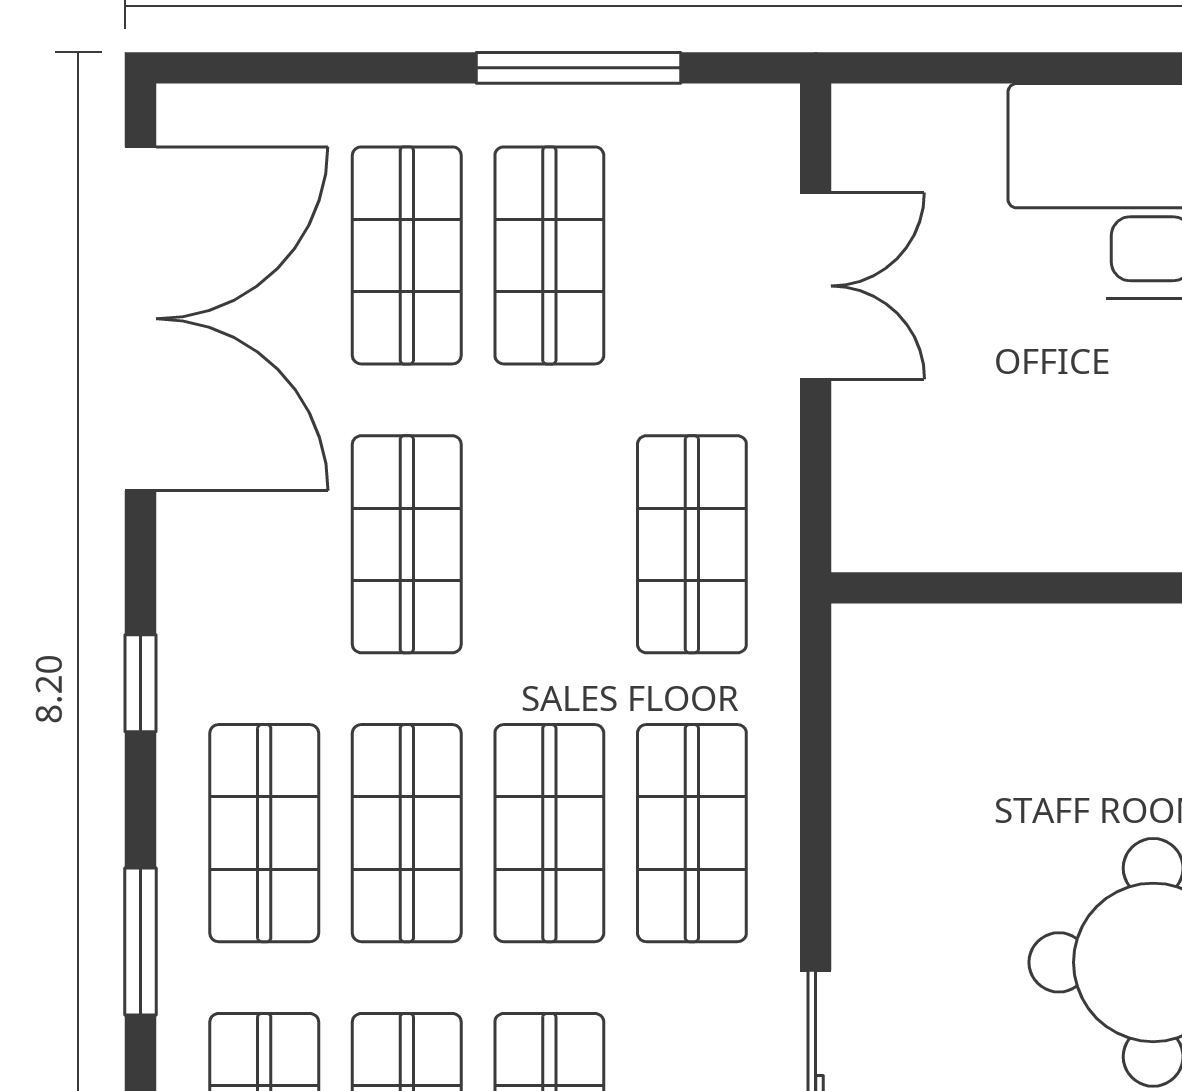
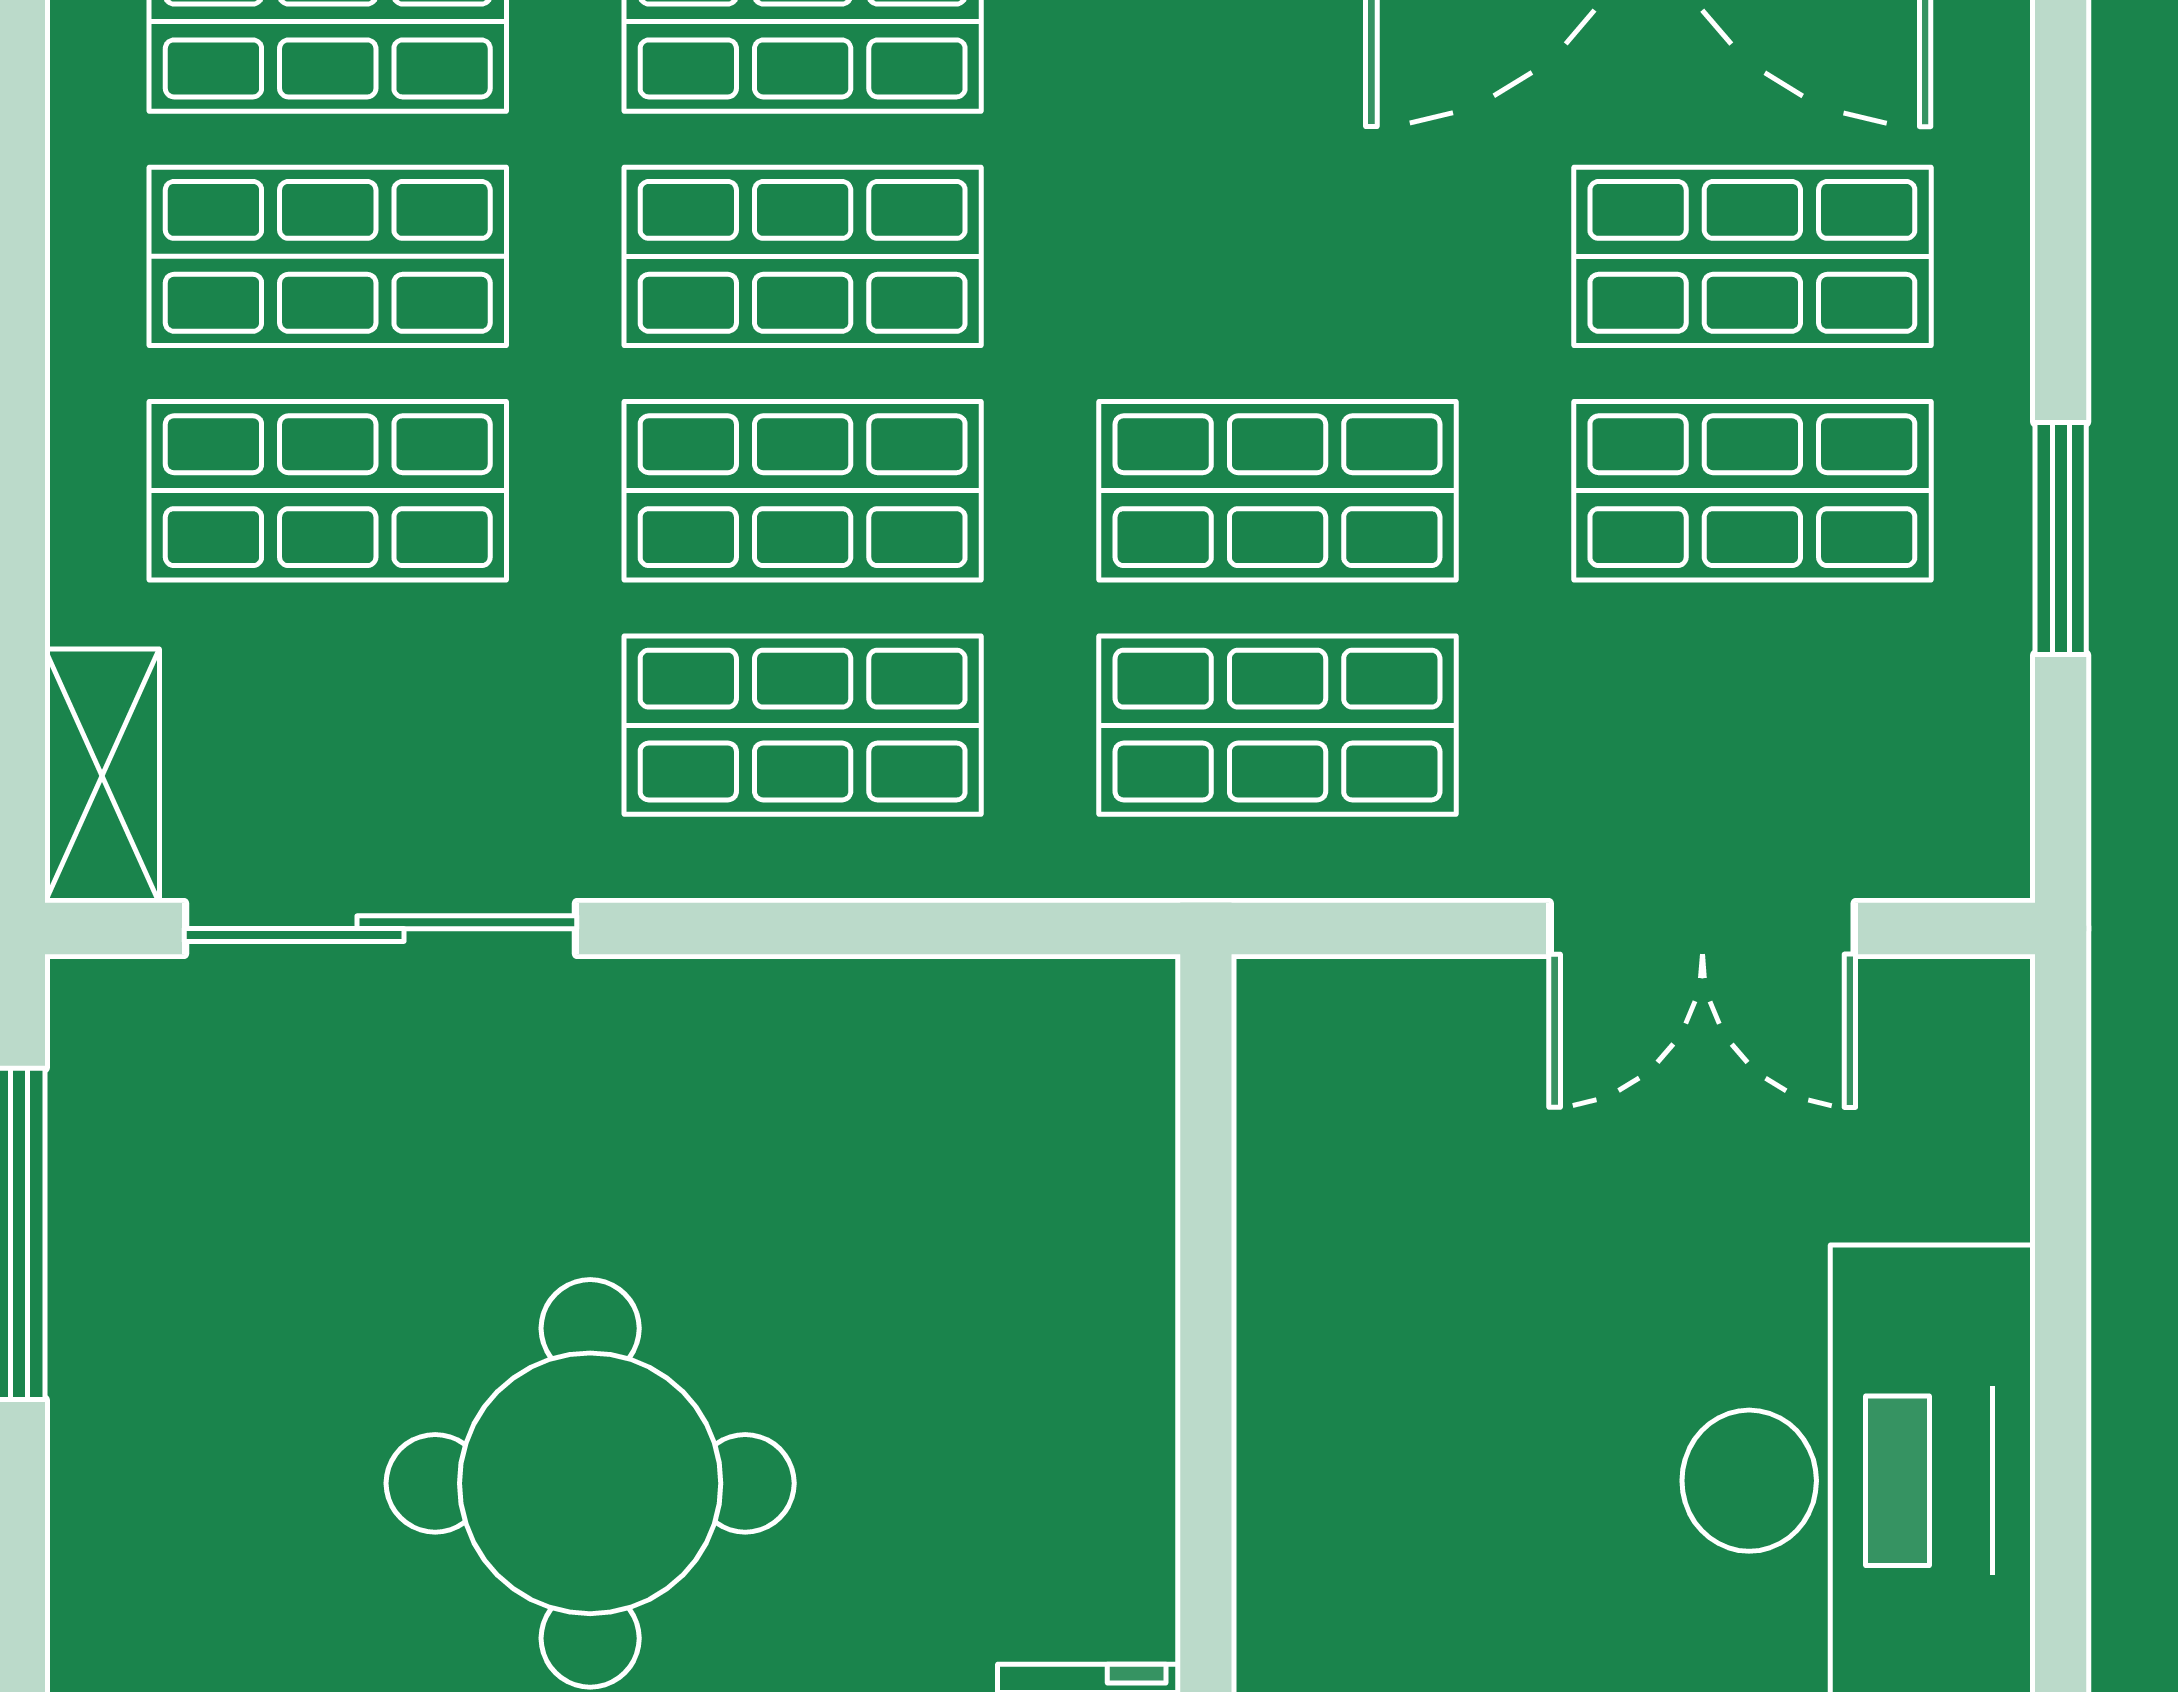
window: (578, 68) -> (2061, 539), width x0.69
shop shelf: (407, 544) -> (1278, 491), moved

